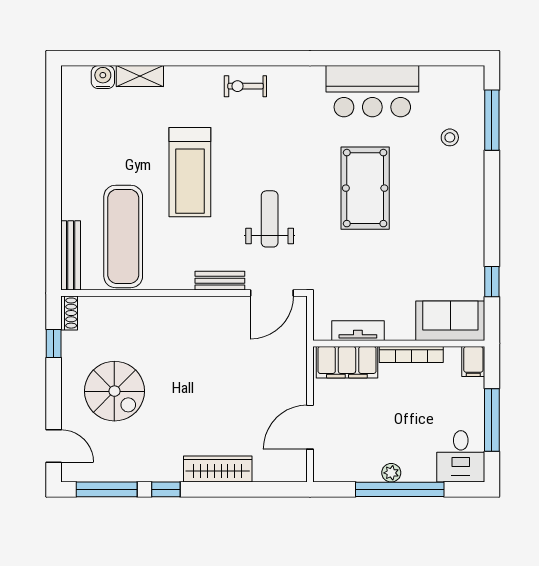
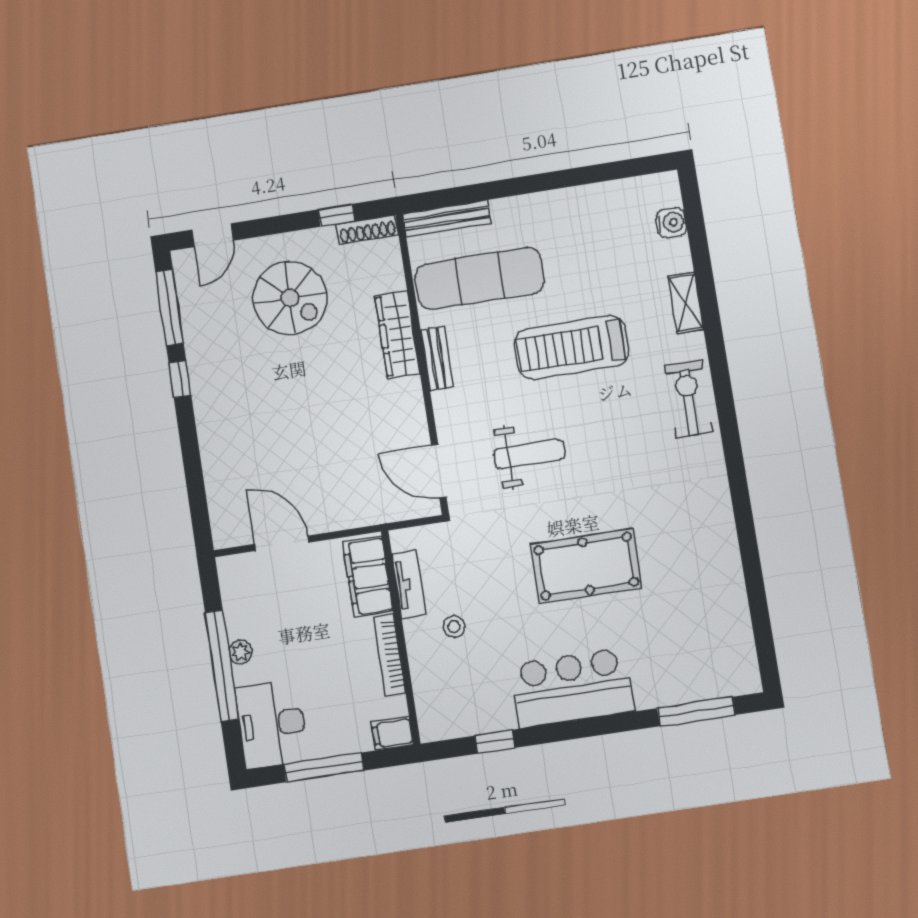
shelving: (140, 76) -> (686, 303), moved
exercise bike: (245, 86) -> (689, 399), width x1.38, depth x1.39
bar counter: (372, 91) -> (572, 688), moved, turned 90
stool: (450, 137) -> (454, 627), moved
bench: (220, 281) -> (437, 358), moved
shoe rack: (69, 313) -> (367, 229), width x1.43
sofa: (450, 321) -> (439, 697), removed
spiral stairs: (114, 391) -> (290, 298), turned -90
desk: (461, 456) -> (272, 724), width x1.37
wardrobe: (218, 469) -> (398, 335), moved, turned 180

